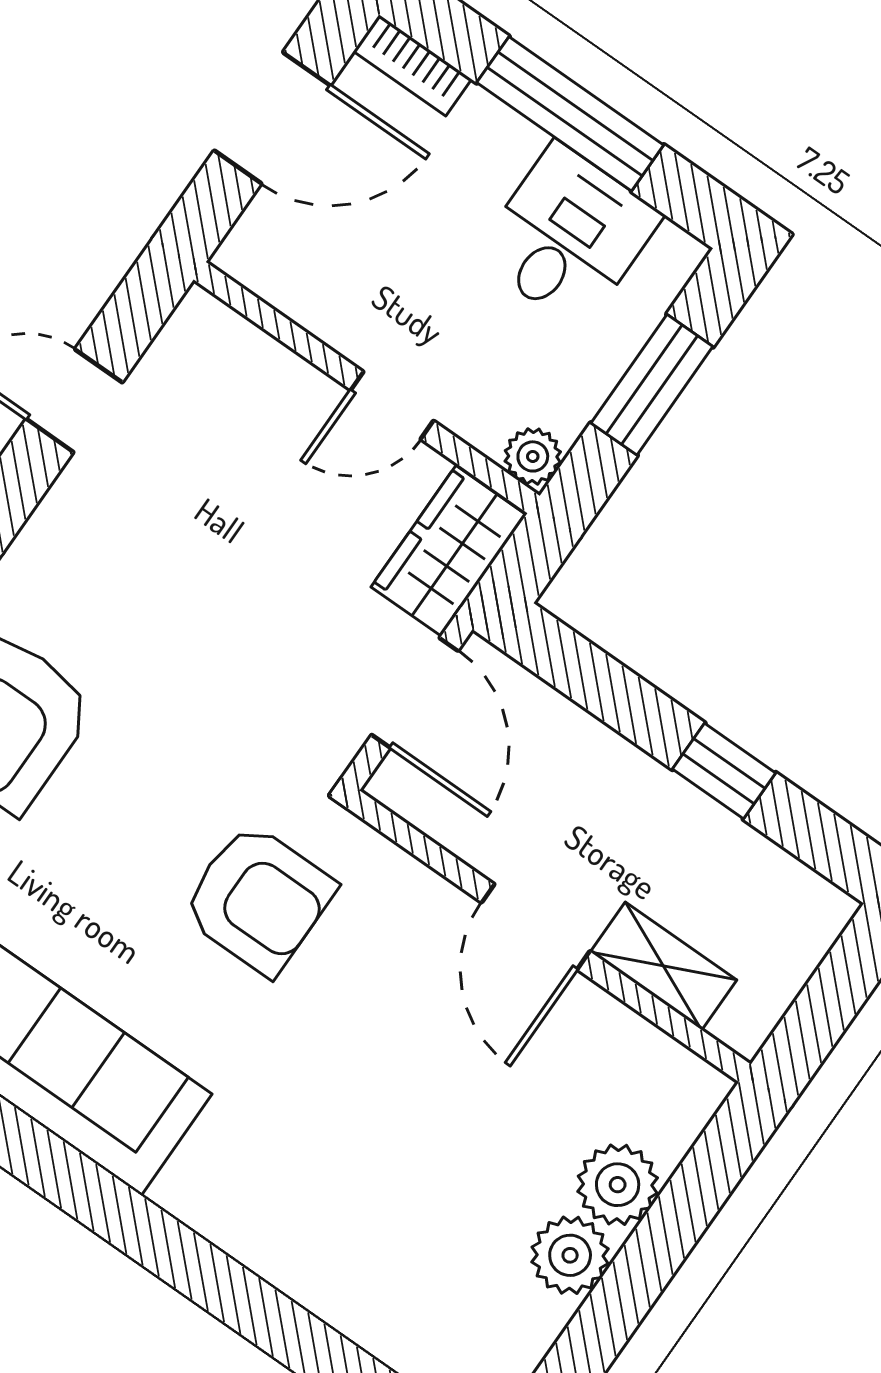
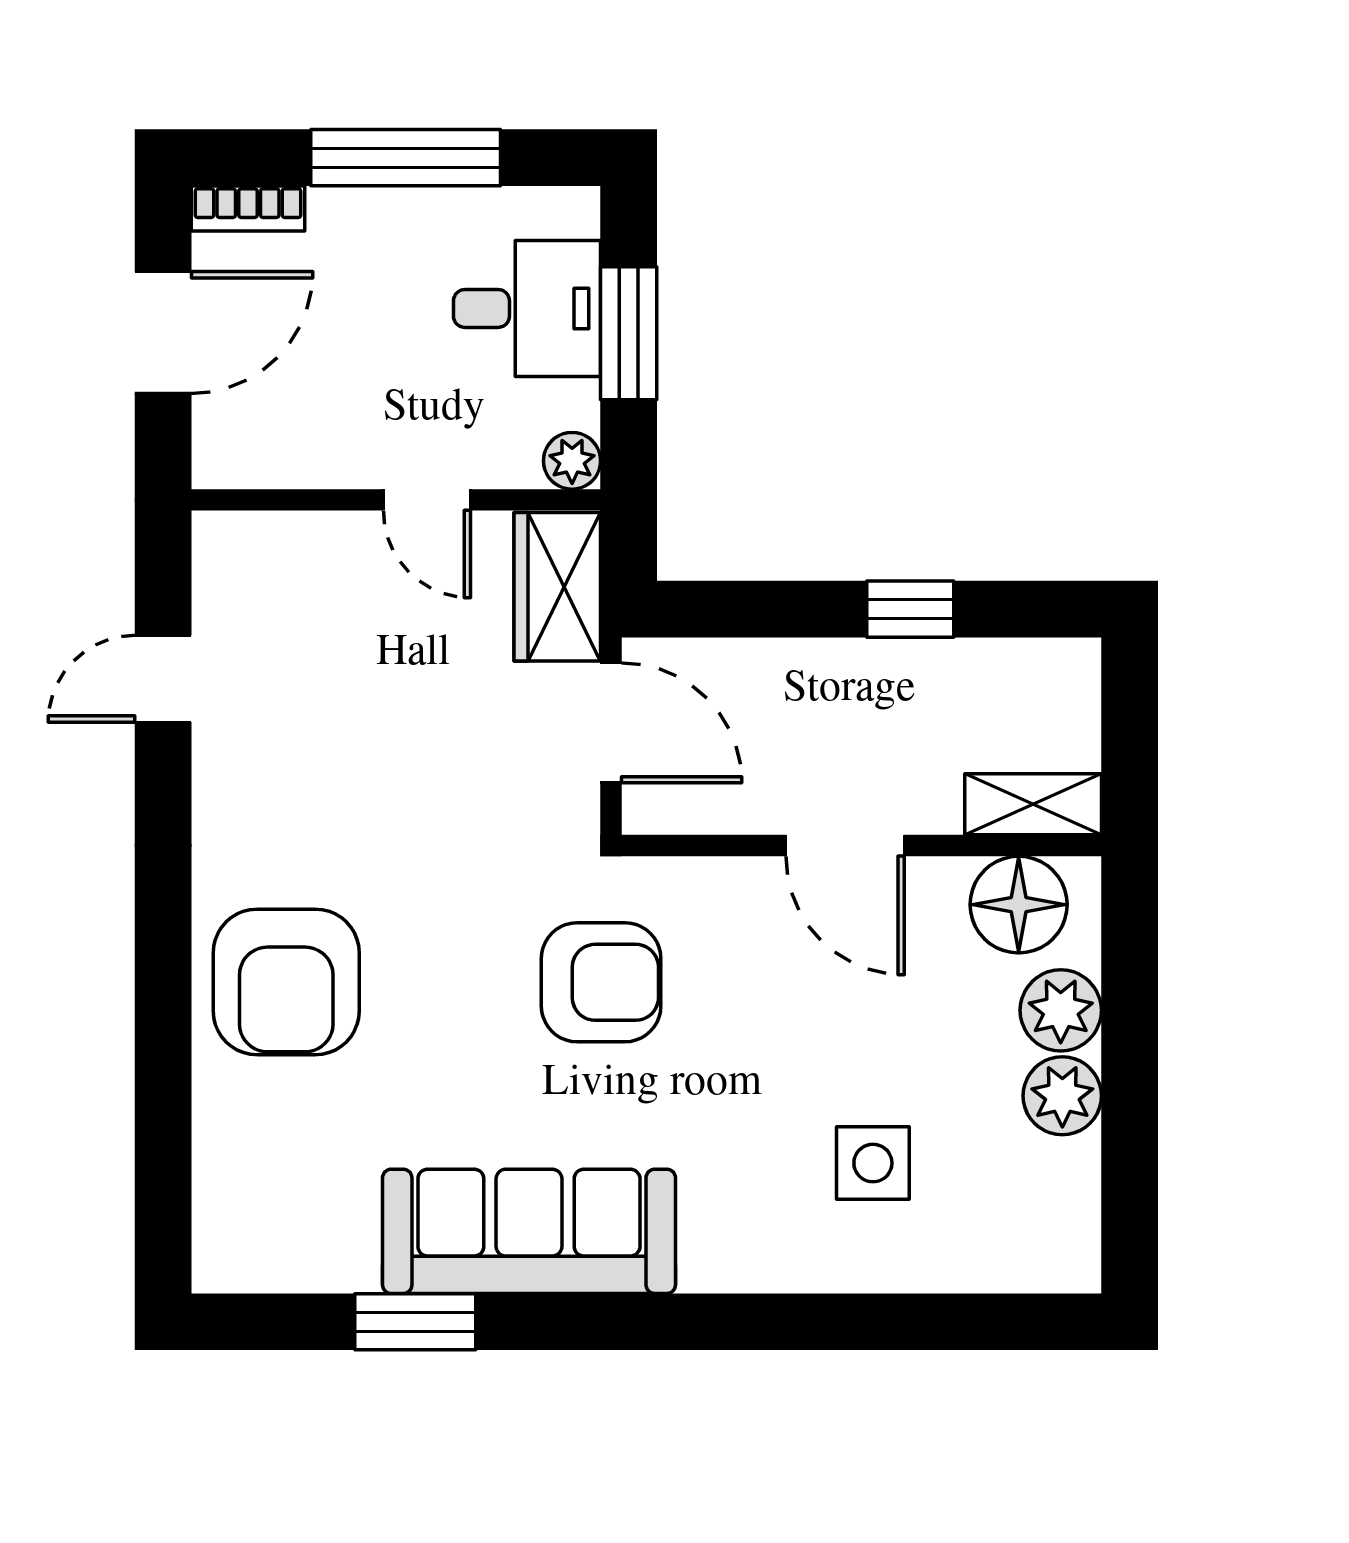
desk: (568, 236) -> (527, 308), moved, turned 90
door: (392, 405) -> (427, 500), hinge flipped
shelving: (664, 966) -> (1033, 804), moved
floor lamp: (644, 1074) -> (1019, 905), added
side table: (377, 1202) -> (873, 1163), added

